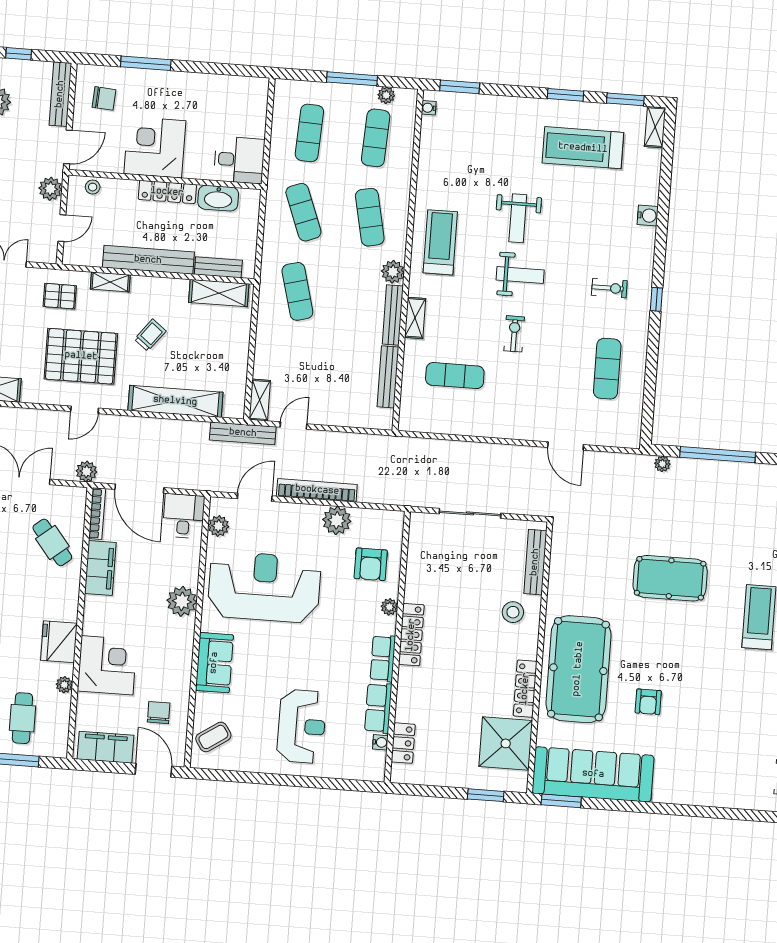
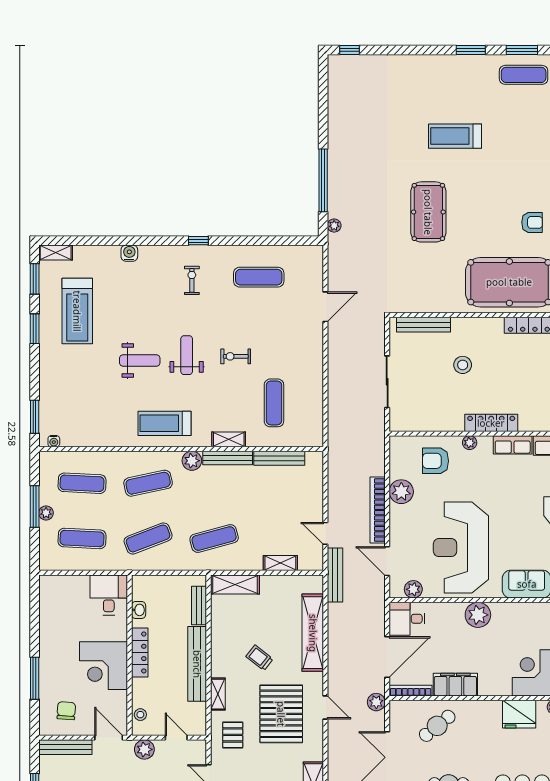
plant: (386, 95) -> (46, 513), moved
washbasin: (218, 198) -> (139, 610), width x0.52, depth x0.69
shelving: (219, 293) -> (235, 584), moved, turned 90
shelving: (260, 400) -> (280, 563), moved
armchair: (371, 564) -> (435, 461), turned 180
stool: (513, 612) -> (463, 365), moved

